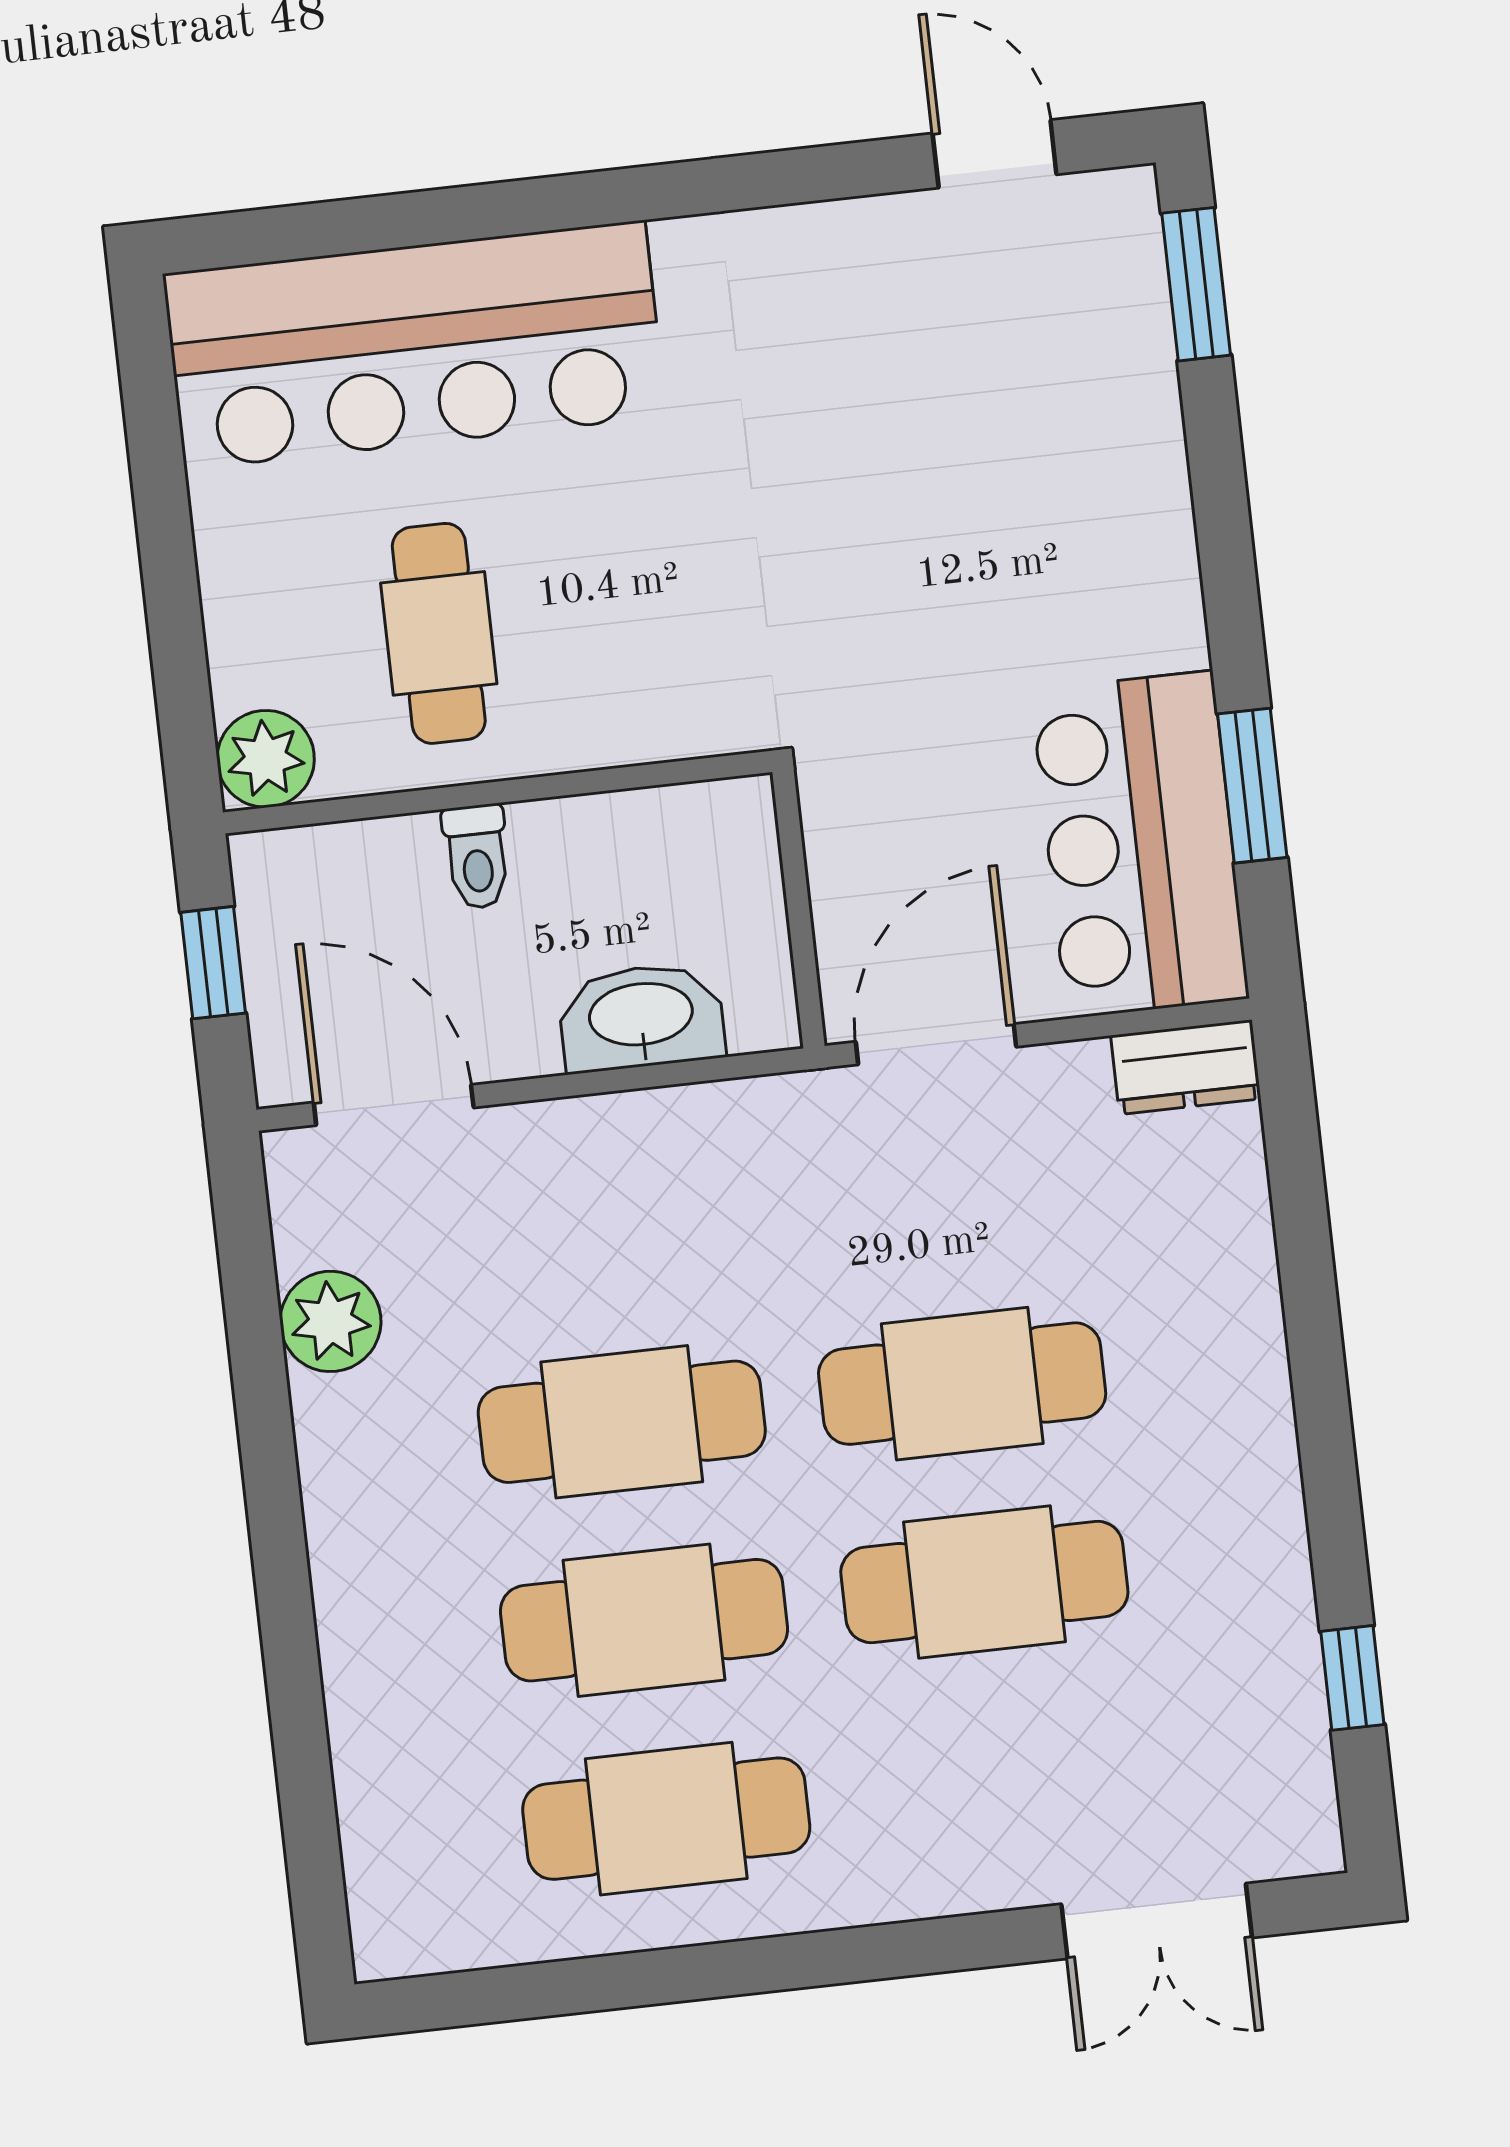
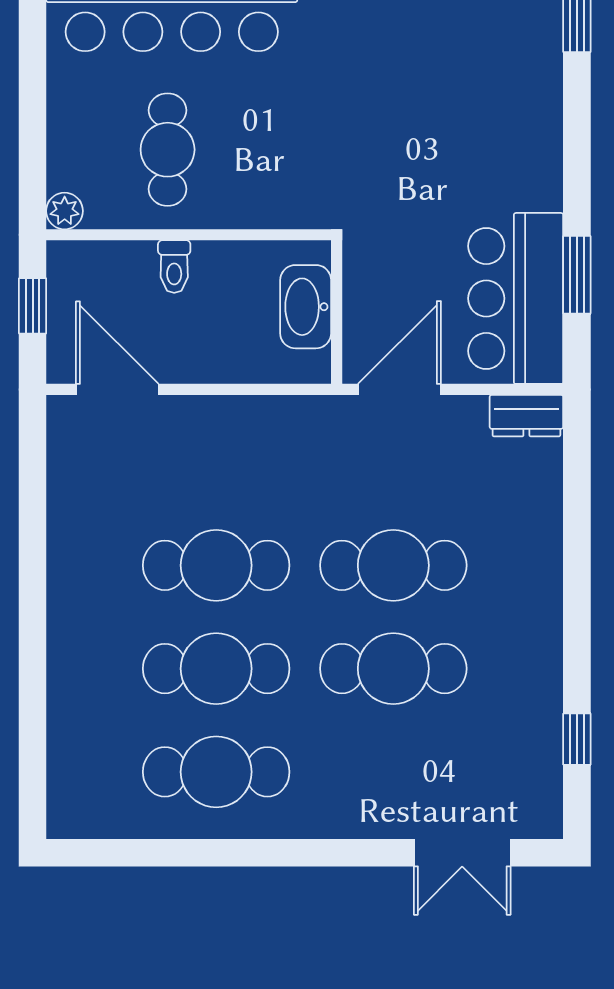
plant: (266, 759) -> (65, 211), width x0.73, depth x0.73
washbasin: (641, 1017) -> (306, 307), moved, turned -90
plant: (331, 1321) -> (72, 497), removed

